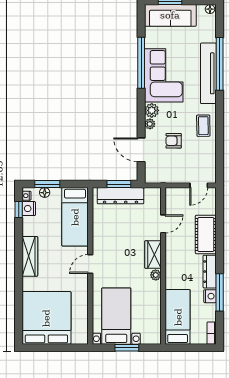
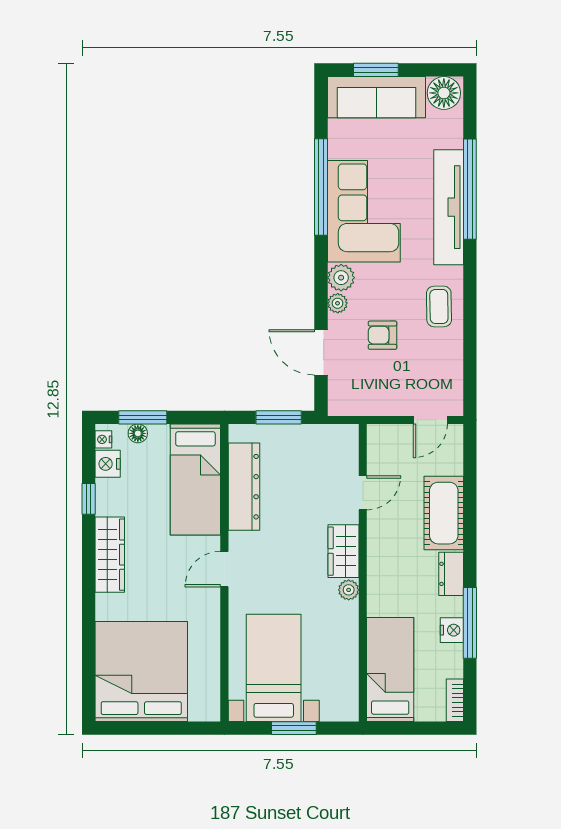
floor lamp: (210, 9) -> (444, 93), width x1.89, depth x1.89
dresser: (120, 196) -> (244, 487), moved, turned -90
window: (19, 209) -> (89, 499), moved
dresser: (210, 272) -> (451, 574), width x0.70

